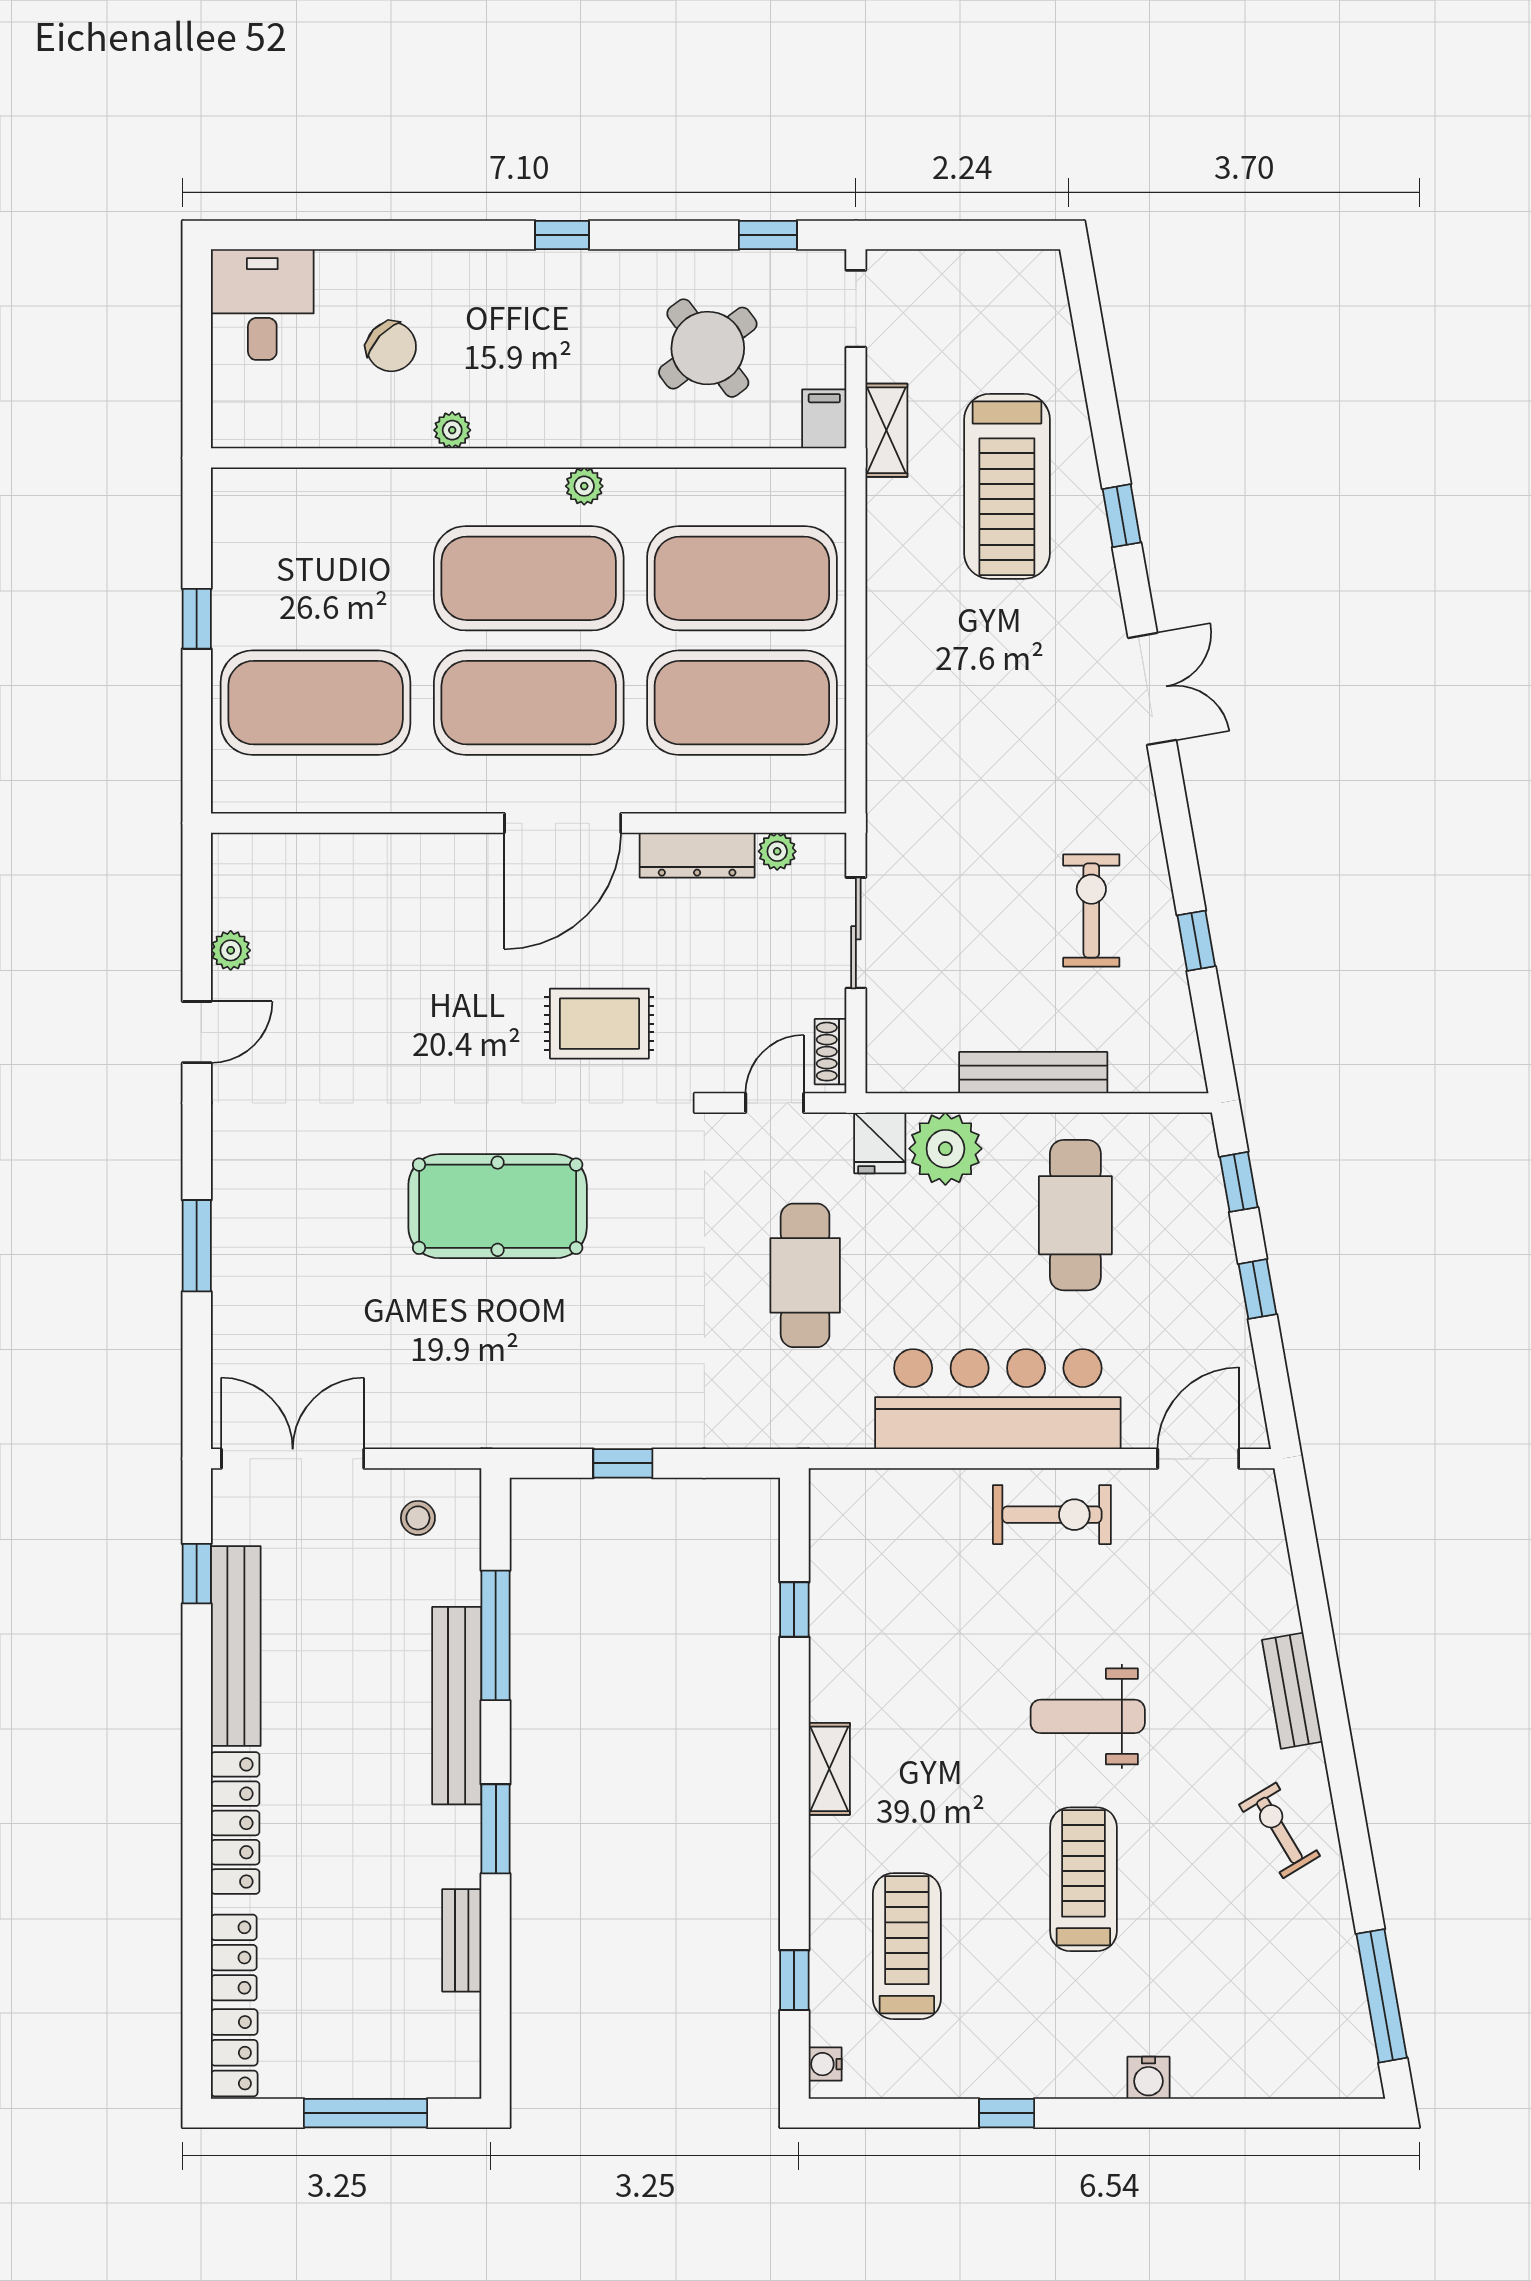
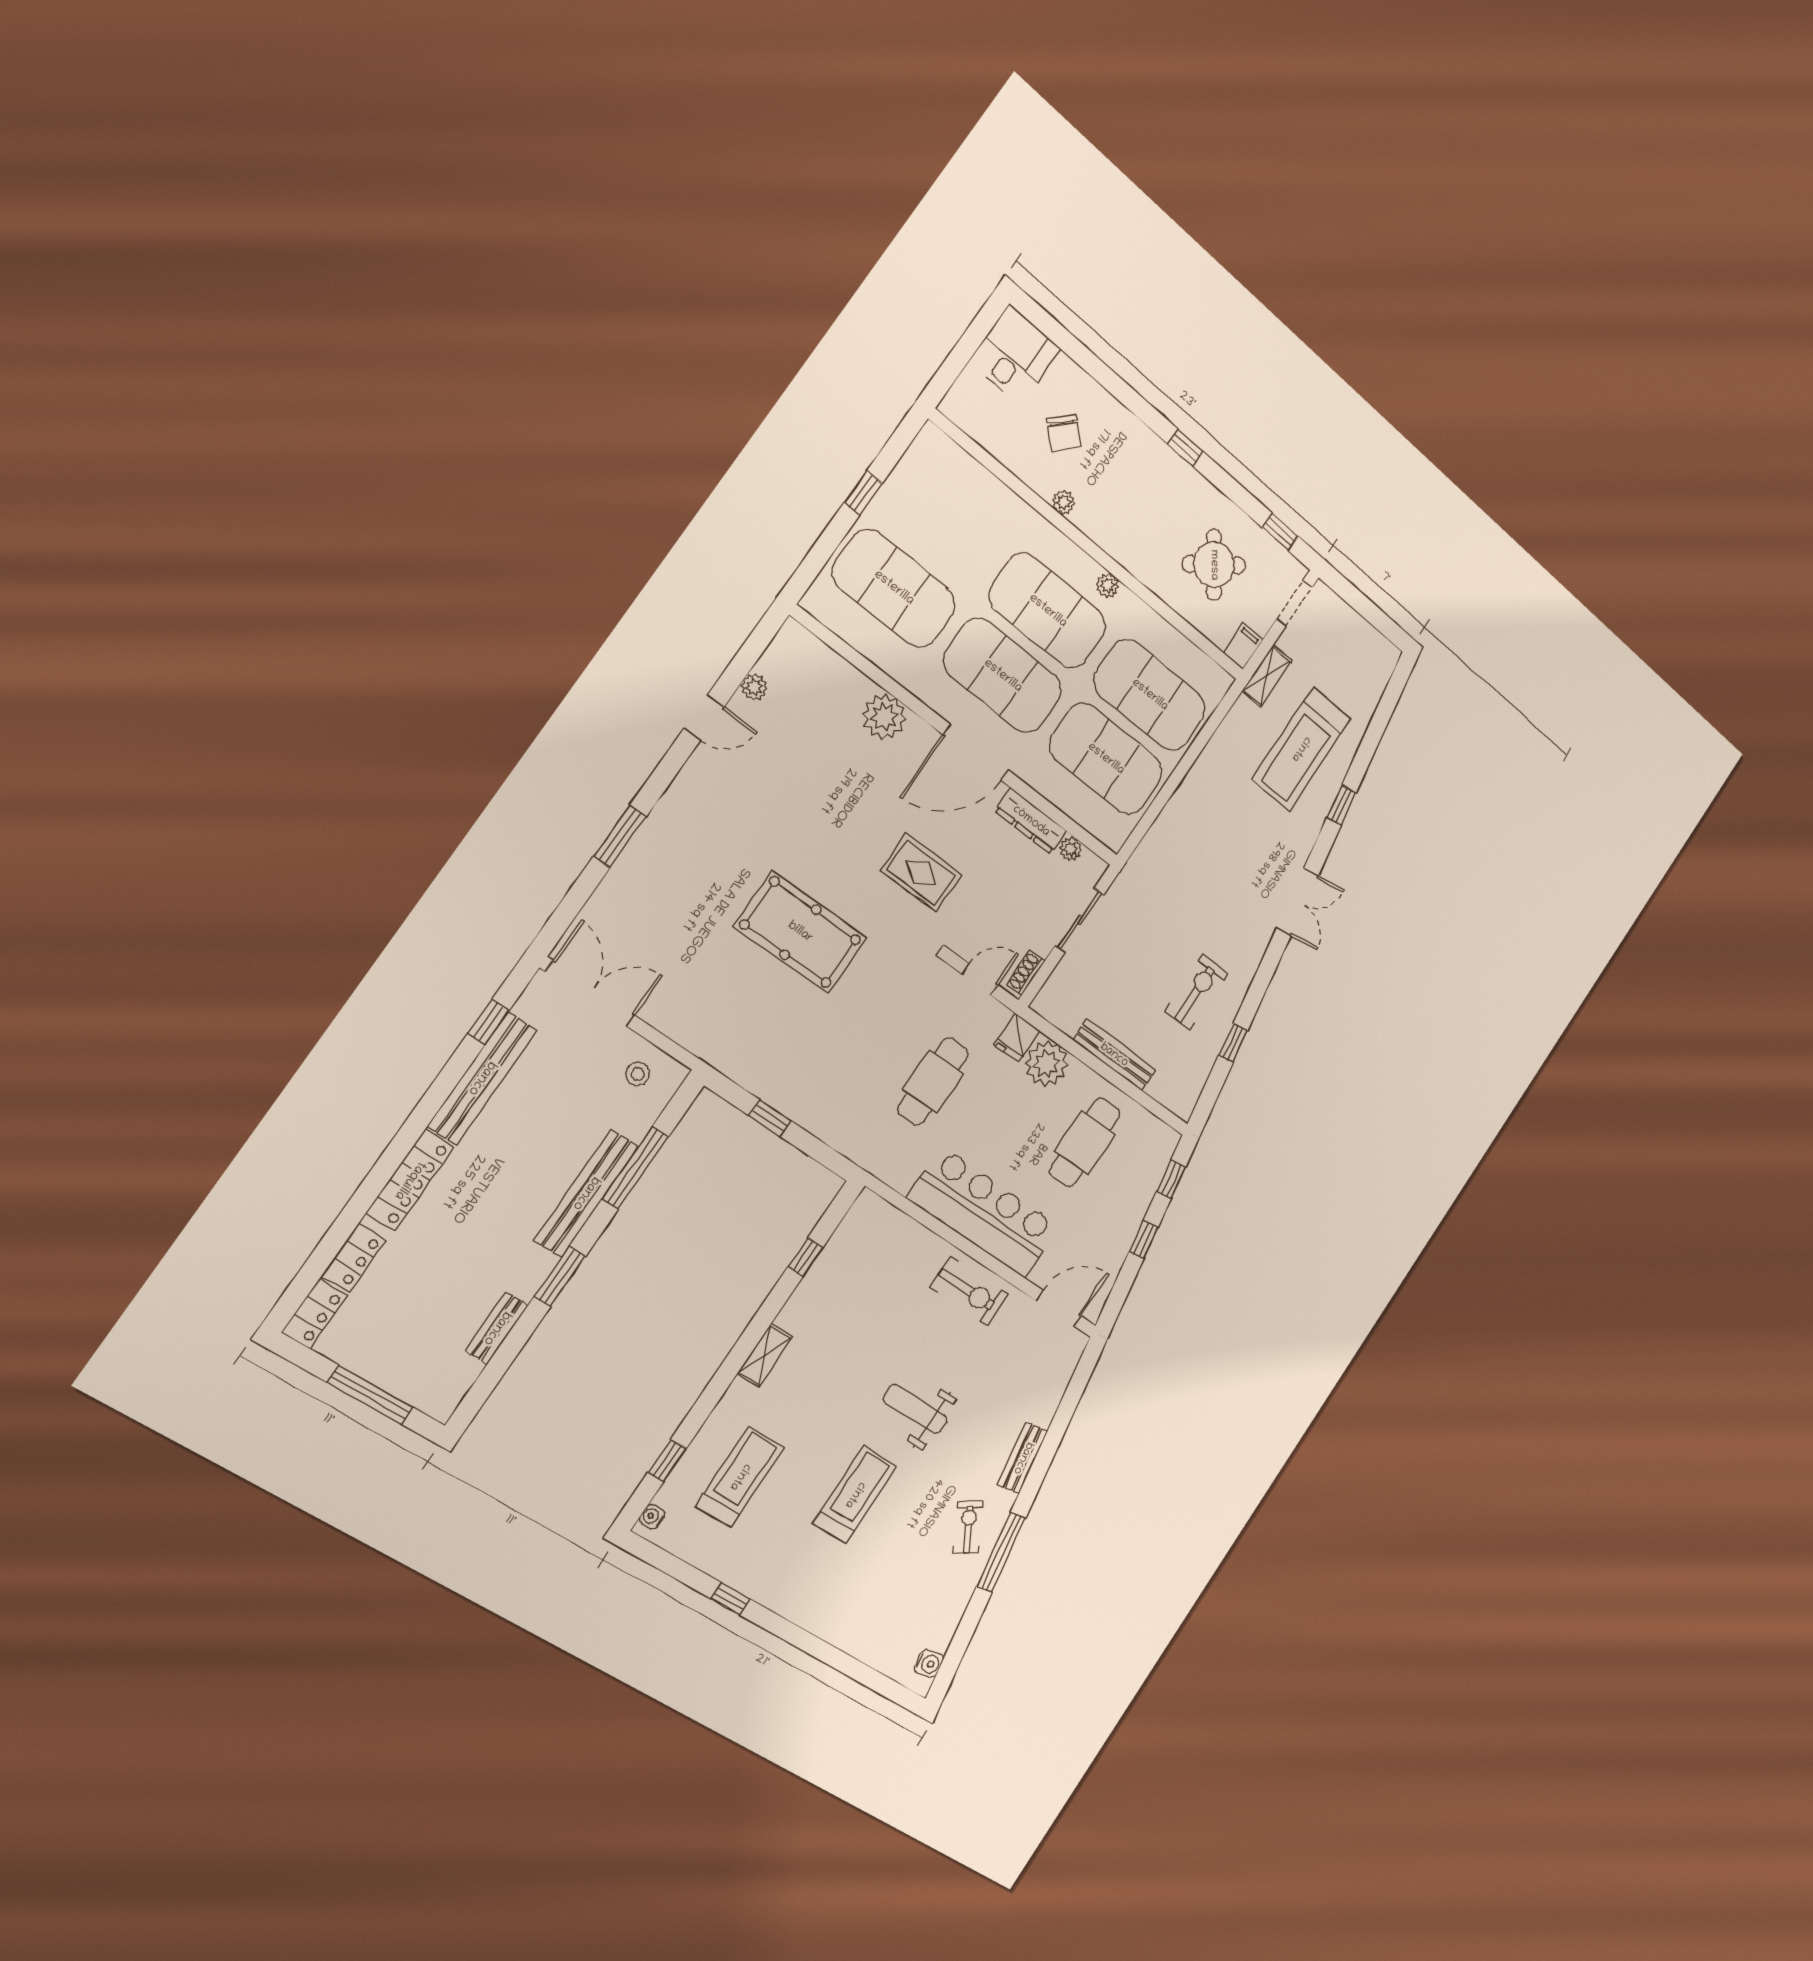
plant: (415, 867) -> (884, 717), added
window: (1382, 1996) -> (1001, 1552), moved
water cooler: (1148, 2078) -> (929, 1664), moved, turned -100

